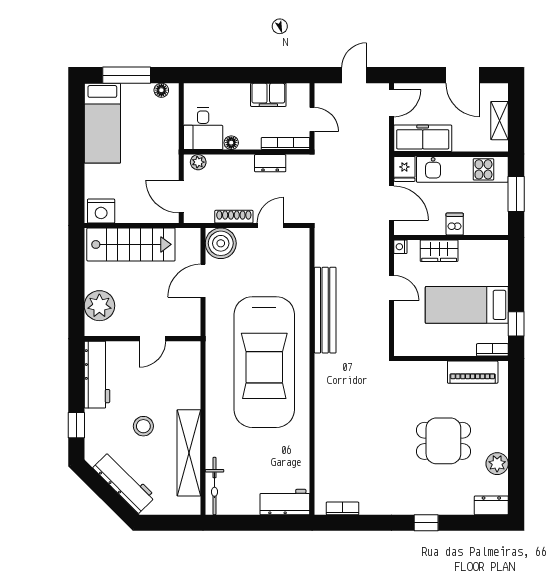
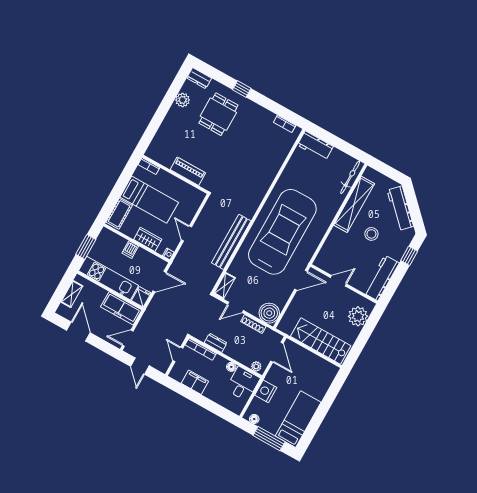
door: (354, 75) -> (140, 366), hinge flipped
door: (391, 203) -> (160, 282), swing flipped
nightstand: (101, 211) -> (266, 391), moved, turned -90
shelving: (301, 247) -> (225, 286), added
cot: (497, 264) -> (119, 214), added
door: (203, 281) -> (301, 280), moved
window: (516, 324) -> (127, 173), removed
piano: (473, 372) -> (188, 171), moved
dining table: (443, 441) -> (218, 114), moved, turned 90

